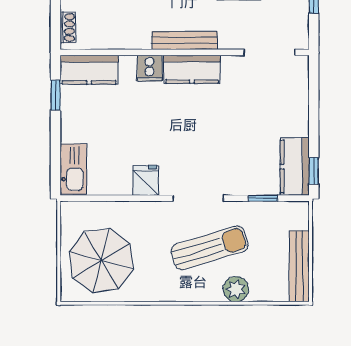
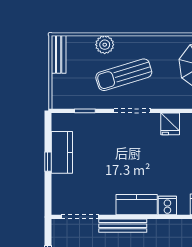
bench: (185, 40) -> (123, 226), moved
kitchen counter: (295, 167) -> (62, 152), moved
window: (314, 171) -> (48, 162), moved
bench: (299, 266) -> (59, 54), width x0.73

